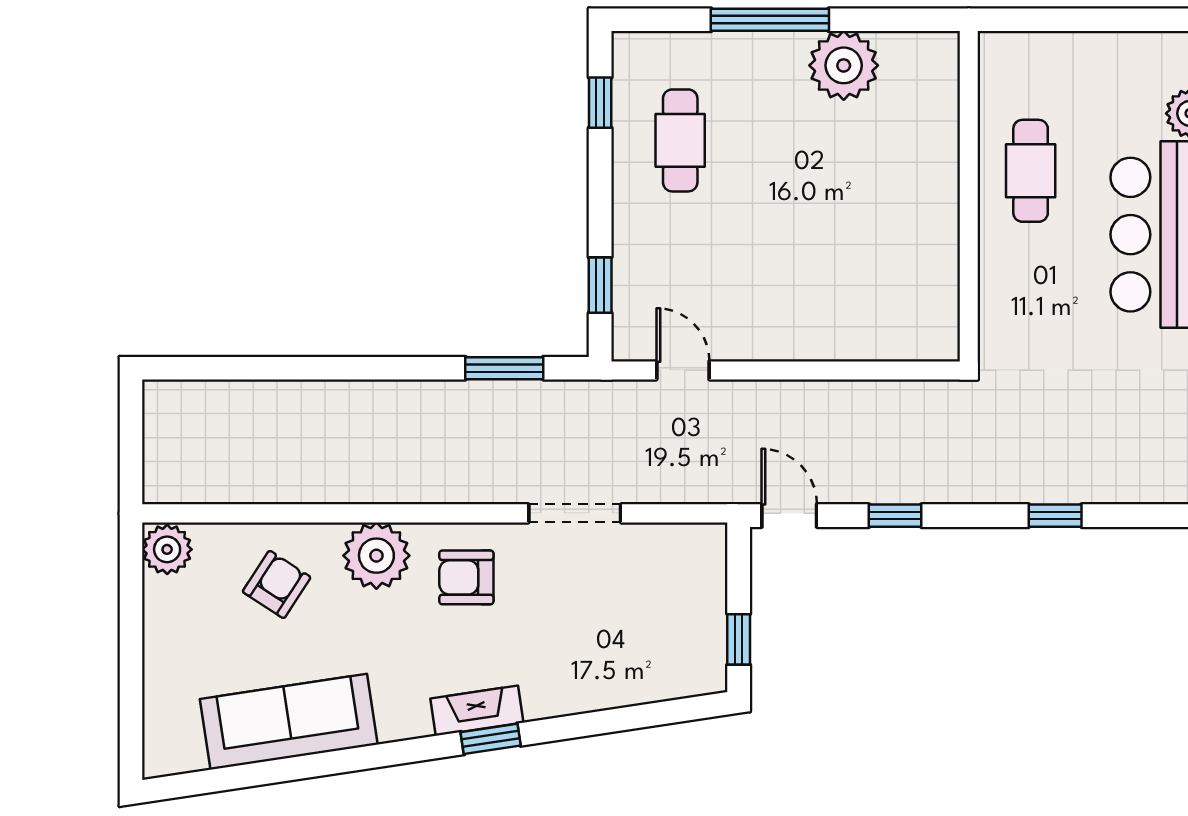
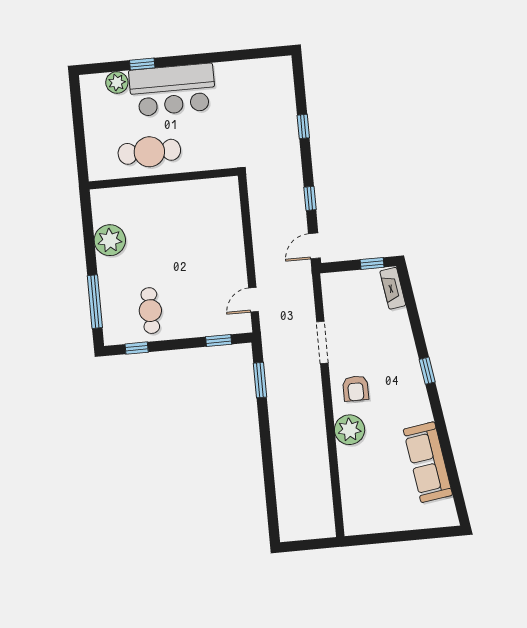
window: (770, 20) -> (95, 302), moved
cafe table: (680, 140) -> (150, 311), turned 90
cafe table: (1031, 171) -> (149, 152), width x1.37, depth x1.35
plant: (167, 549) -> (355, 524), removed
armchair: (277, 584) -> (367, 473), removed
fireplace: (477, 711) -> (393, 288), moved

